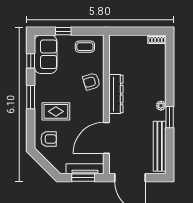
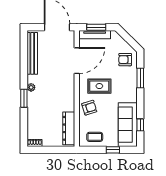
sofa: (46, 54) -> (128, 125), width x1.36
dresser: (116, 94) -> (69, 128), moved
window: (31, 97) -> (140, 78), moved
rug: (56, 111) -> (99, 86), moved
window: (170, 117) -> (24, 98), moved

